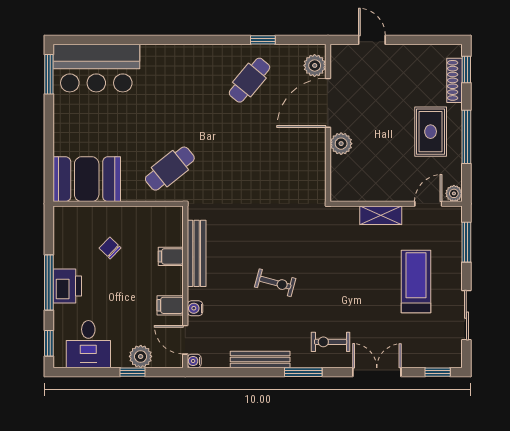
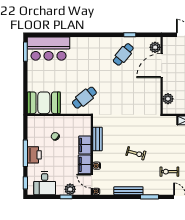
plant: (341, 144) -> (168, 99), moved
bench: (197, 253) -> (97, 139), width x0.73
filing cabinet: (171, 256) -> (85, 145), width x2.00
filing cabinet: (170, 305) -> (85, 164), width x2.00
exercise bike: (331, 342) -> (169, 172), moved

